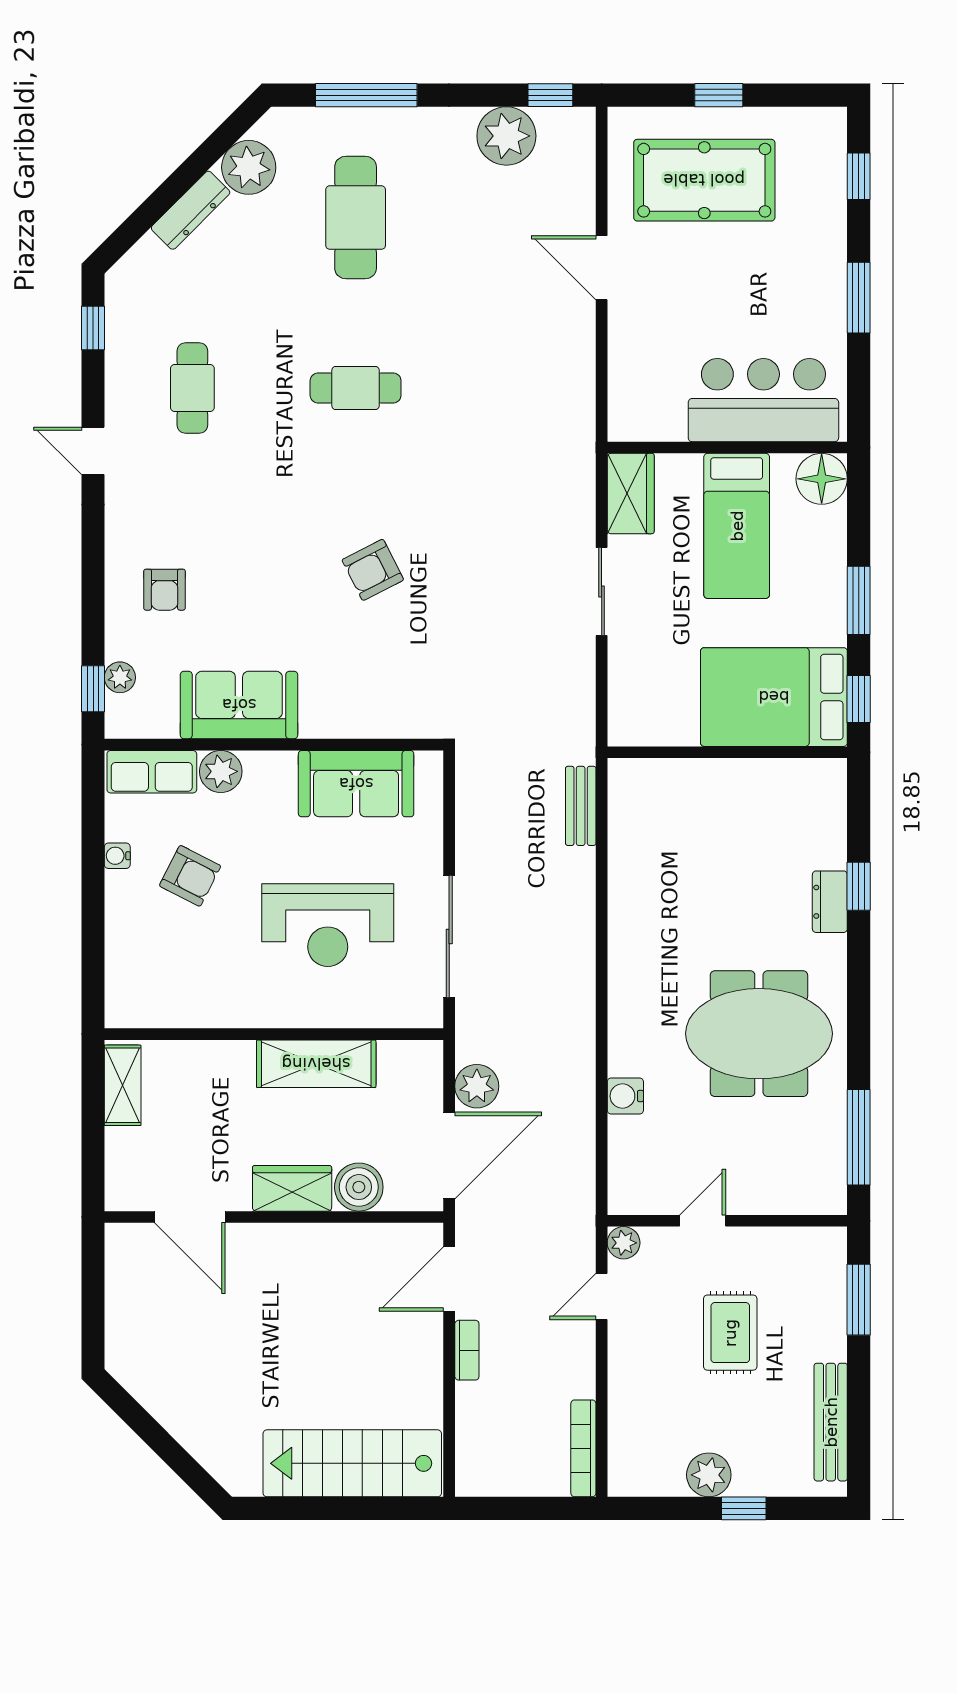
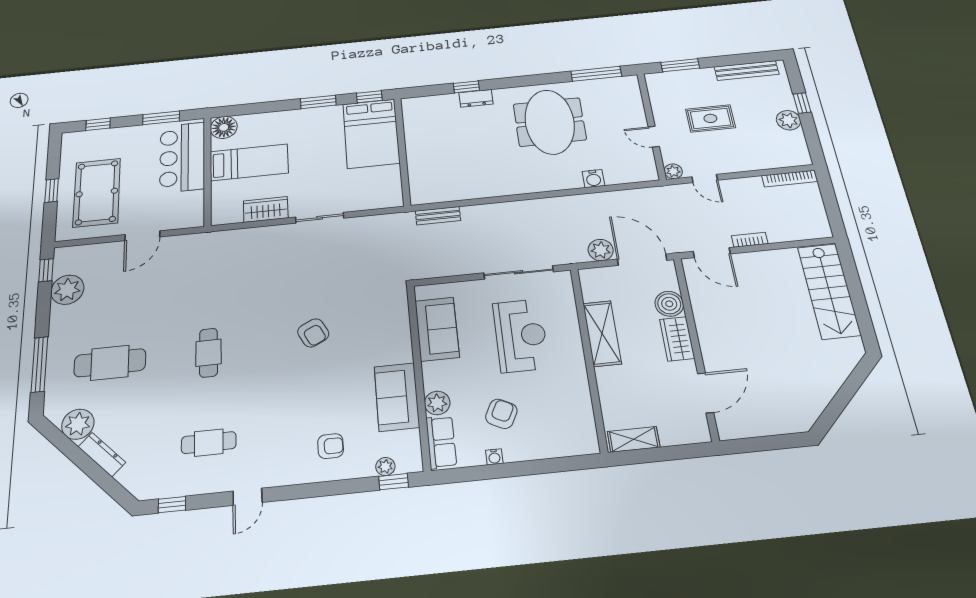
bar counter: (763, 400) -> (182, 157), moved
wall: (727, 448) -> (207, 171), moved
floor lamp: (822, 479) -> (224, 127), moved
bed: (737, 526) -> (249, 162), moved

